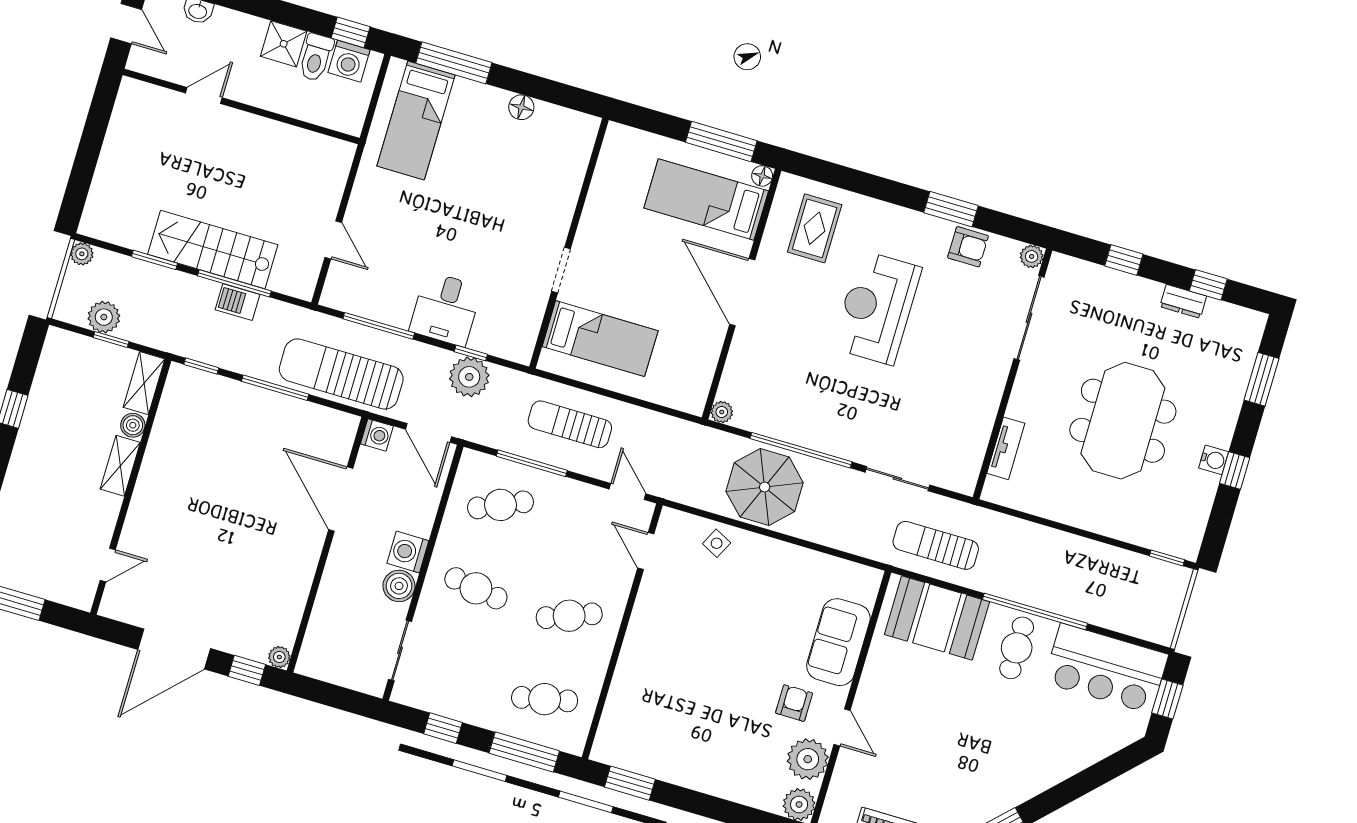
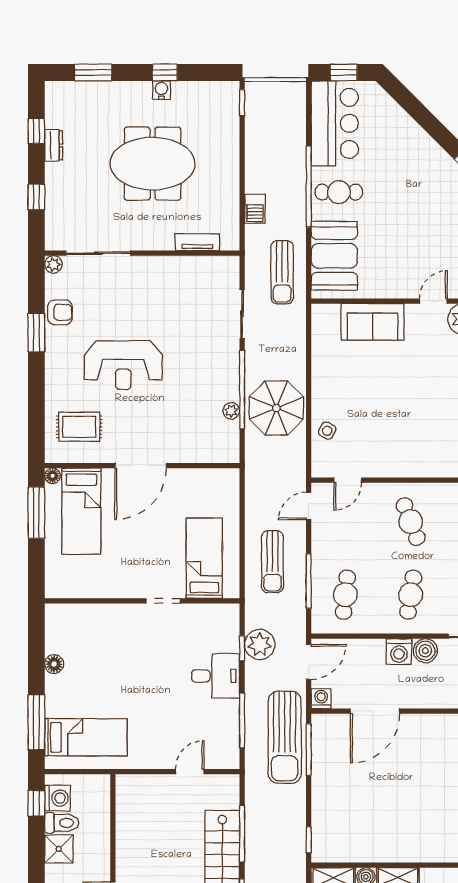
armchair: (968, 247) -> (60, 312), turned 90
barbecue: (238, 302) -> (255, 209), moved
window: (275, 388) -> (309, 750), moved
plant: (722, 412) -> (231, 411), moved
cafe table: (500, 505) -> (345, 595), turned 30
armchair: (794, 703) -> (426, 341), removed

